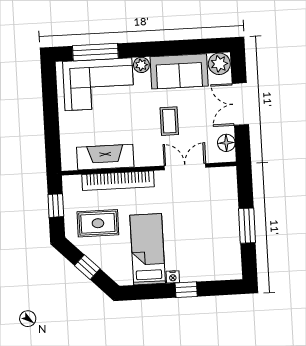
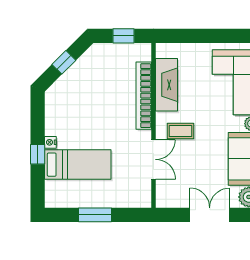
coffee table: (169, 121) -> (180, 131), moved
floor lamp: (226, 143) -> (174, 200), removed
rug: (98, 223) -> (105, 75), removed
bed: (148, 249) -> (78, 165), moved

